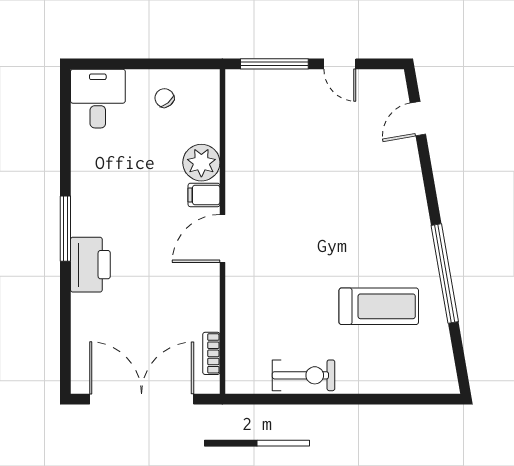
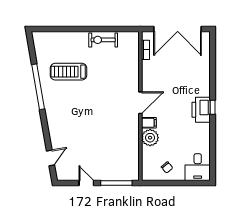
window: (65, 229) -> (213, 107), width x0.46
printer: (90, 265) -> (201, 110), moved

